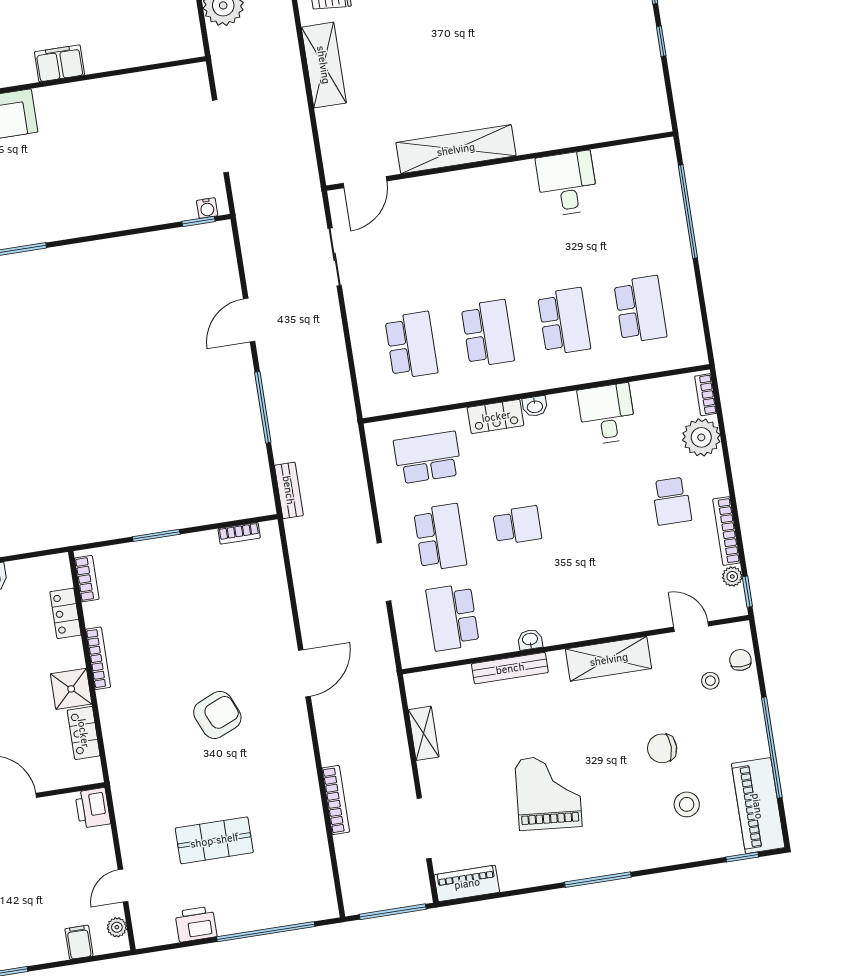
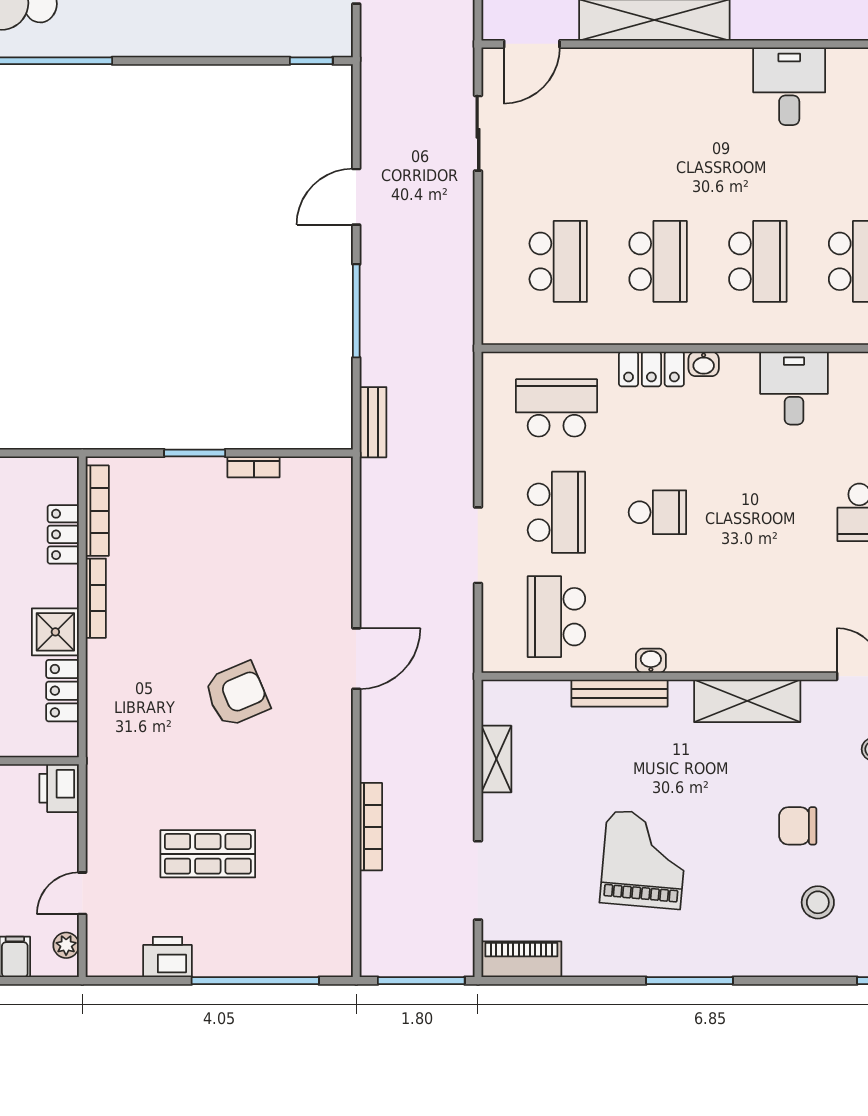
water cooler: (207, 208) -> (325, 45), removed
bookcase: (239, 533) -> (254, 467), moved
bookcase: (87, 579) -> (97, 511), width x1.56

